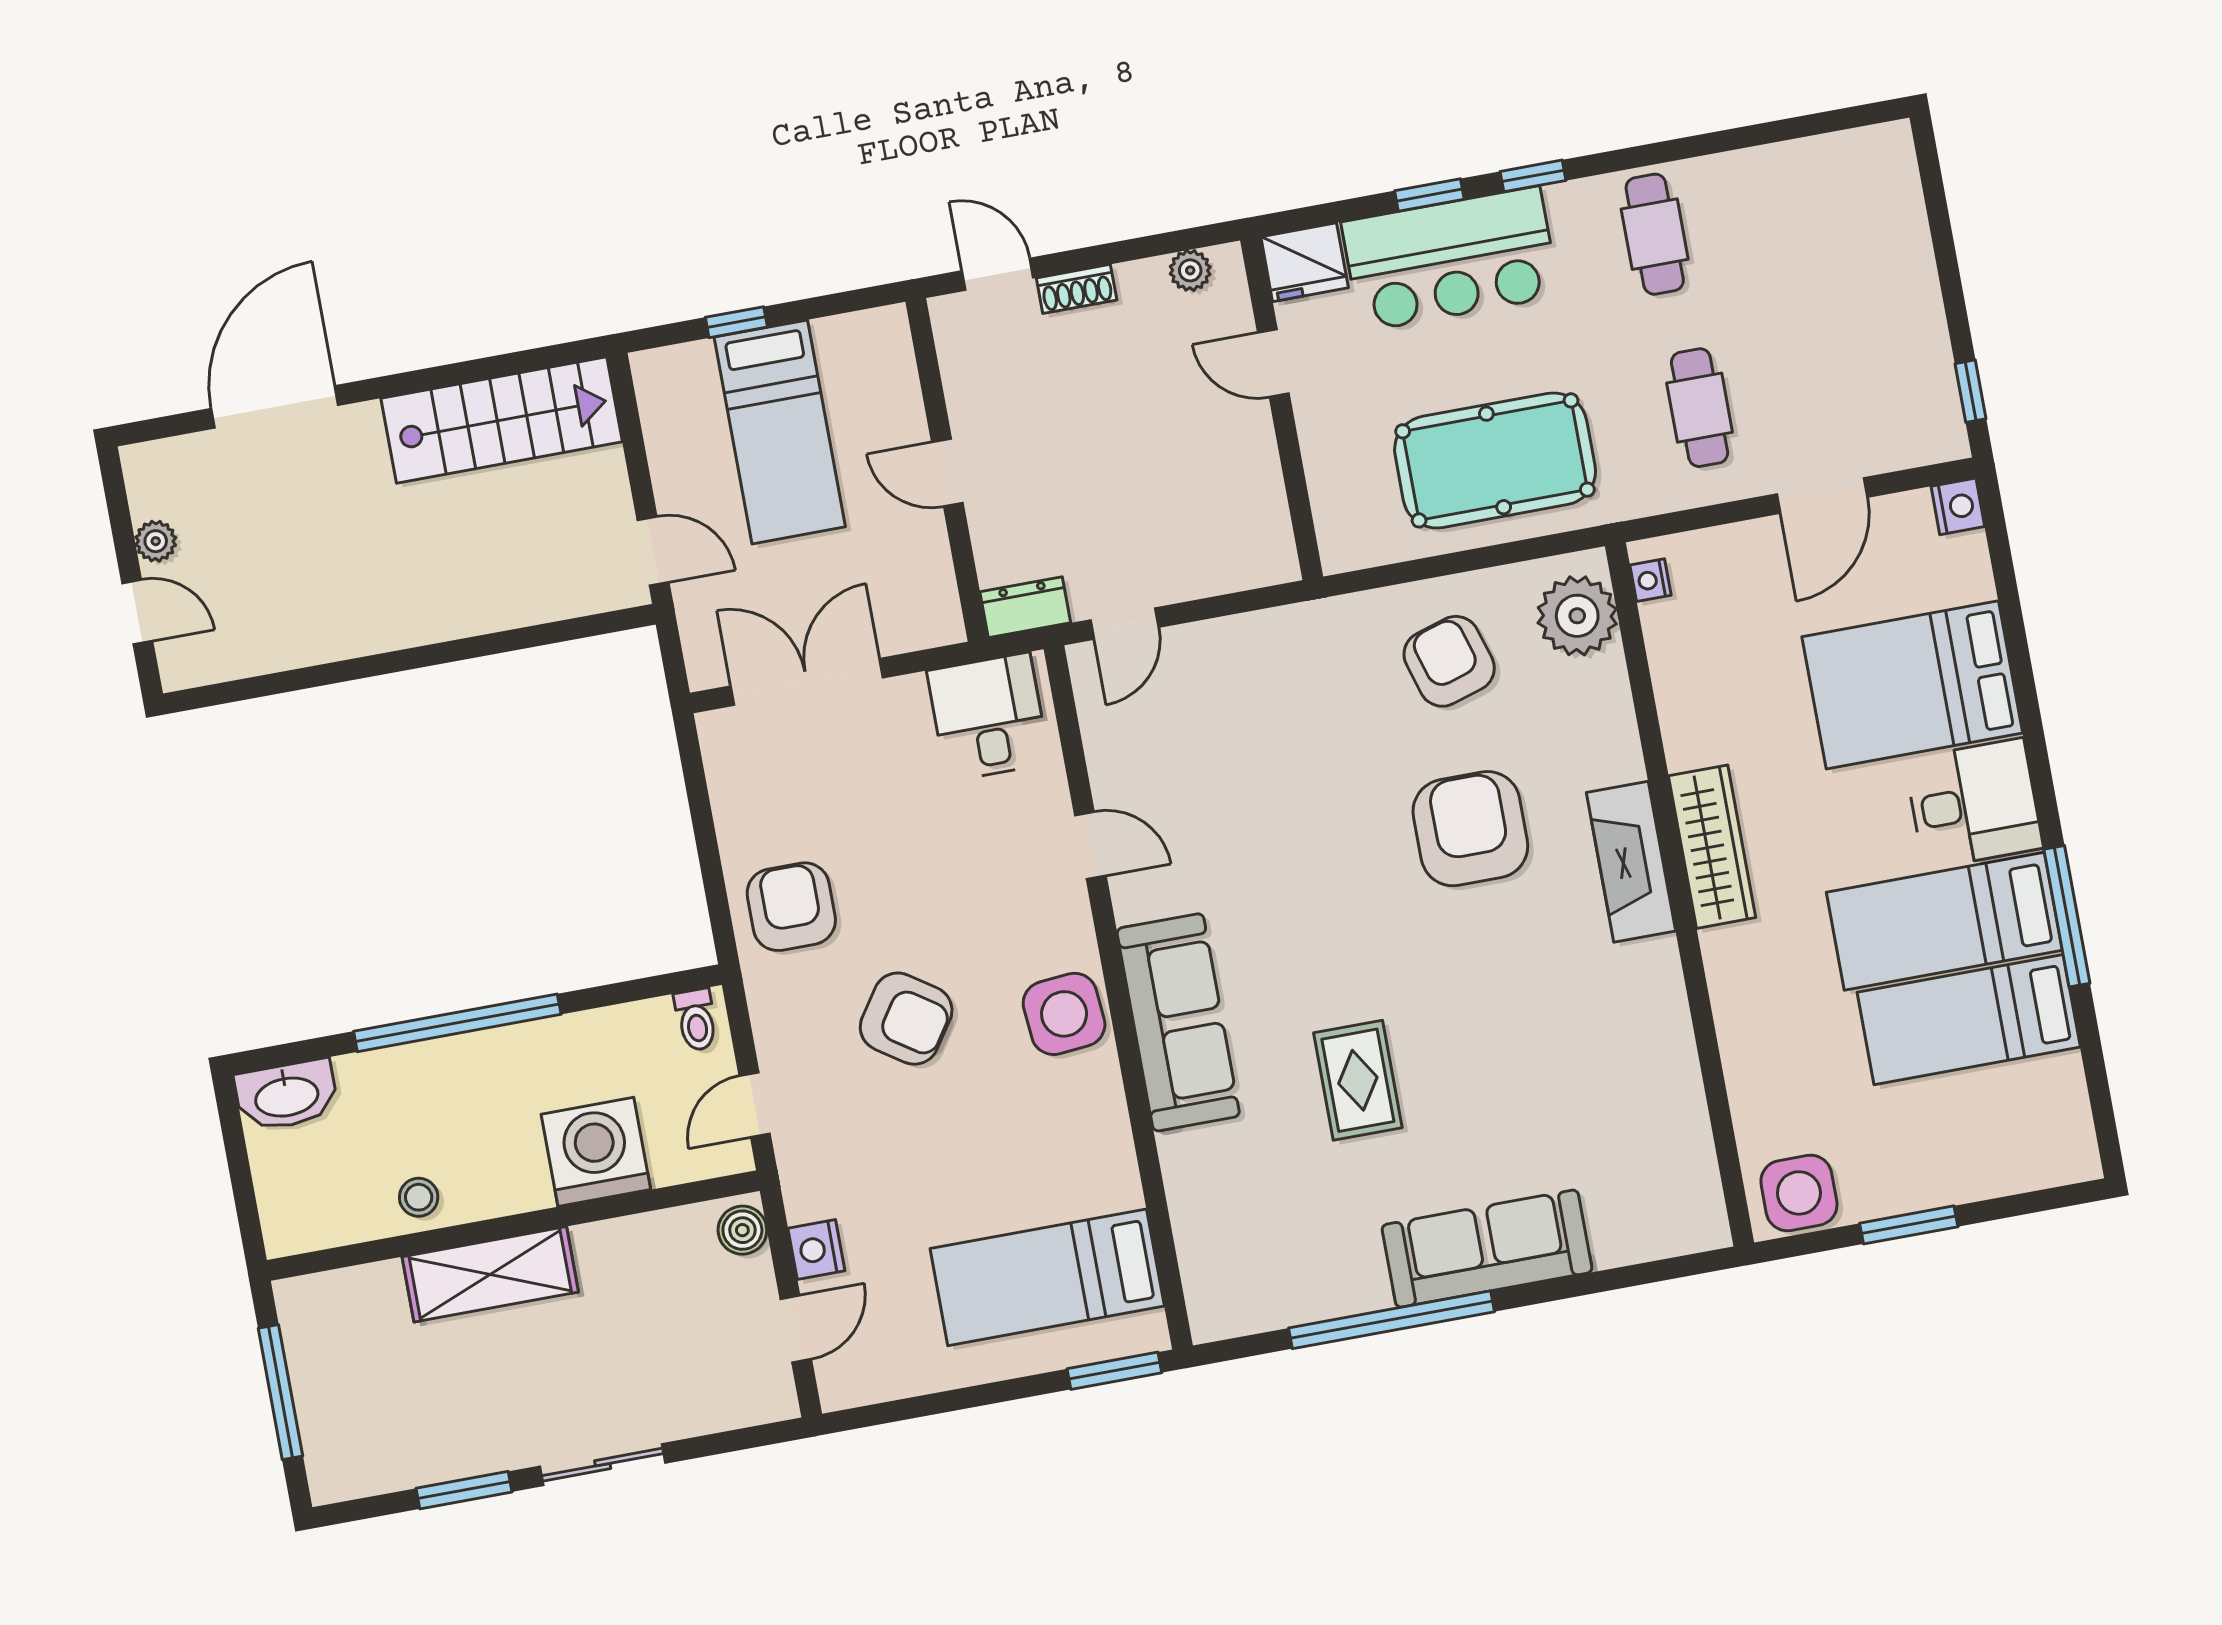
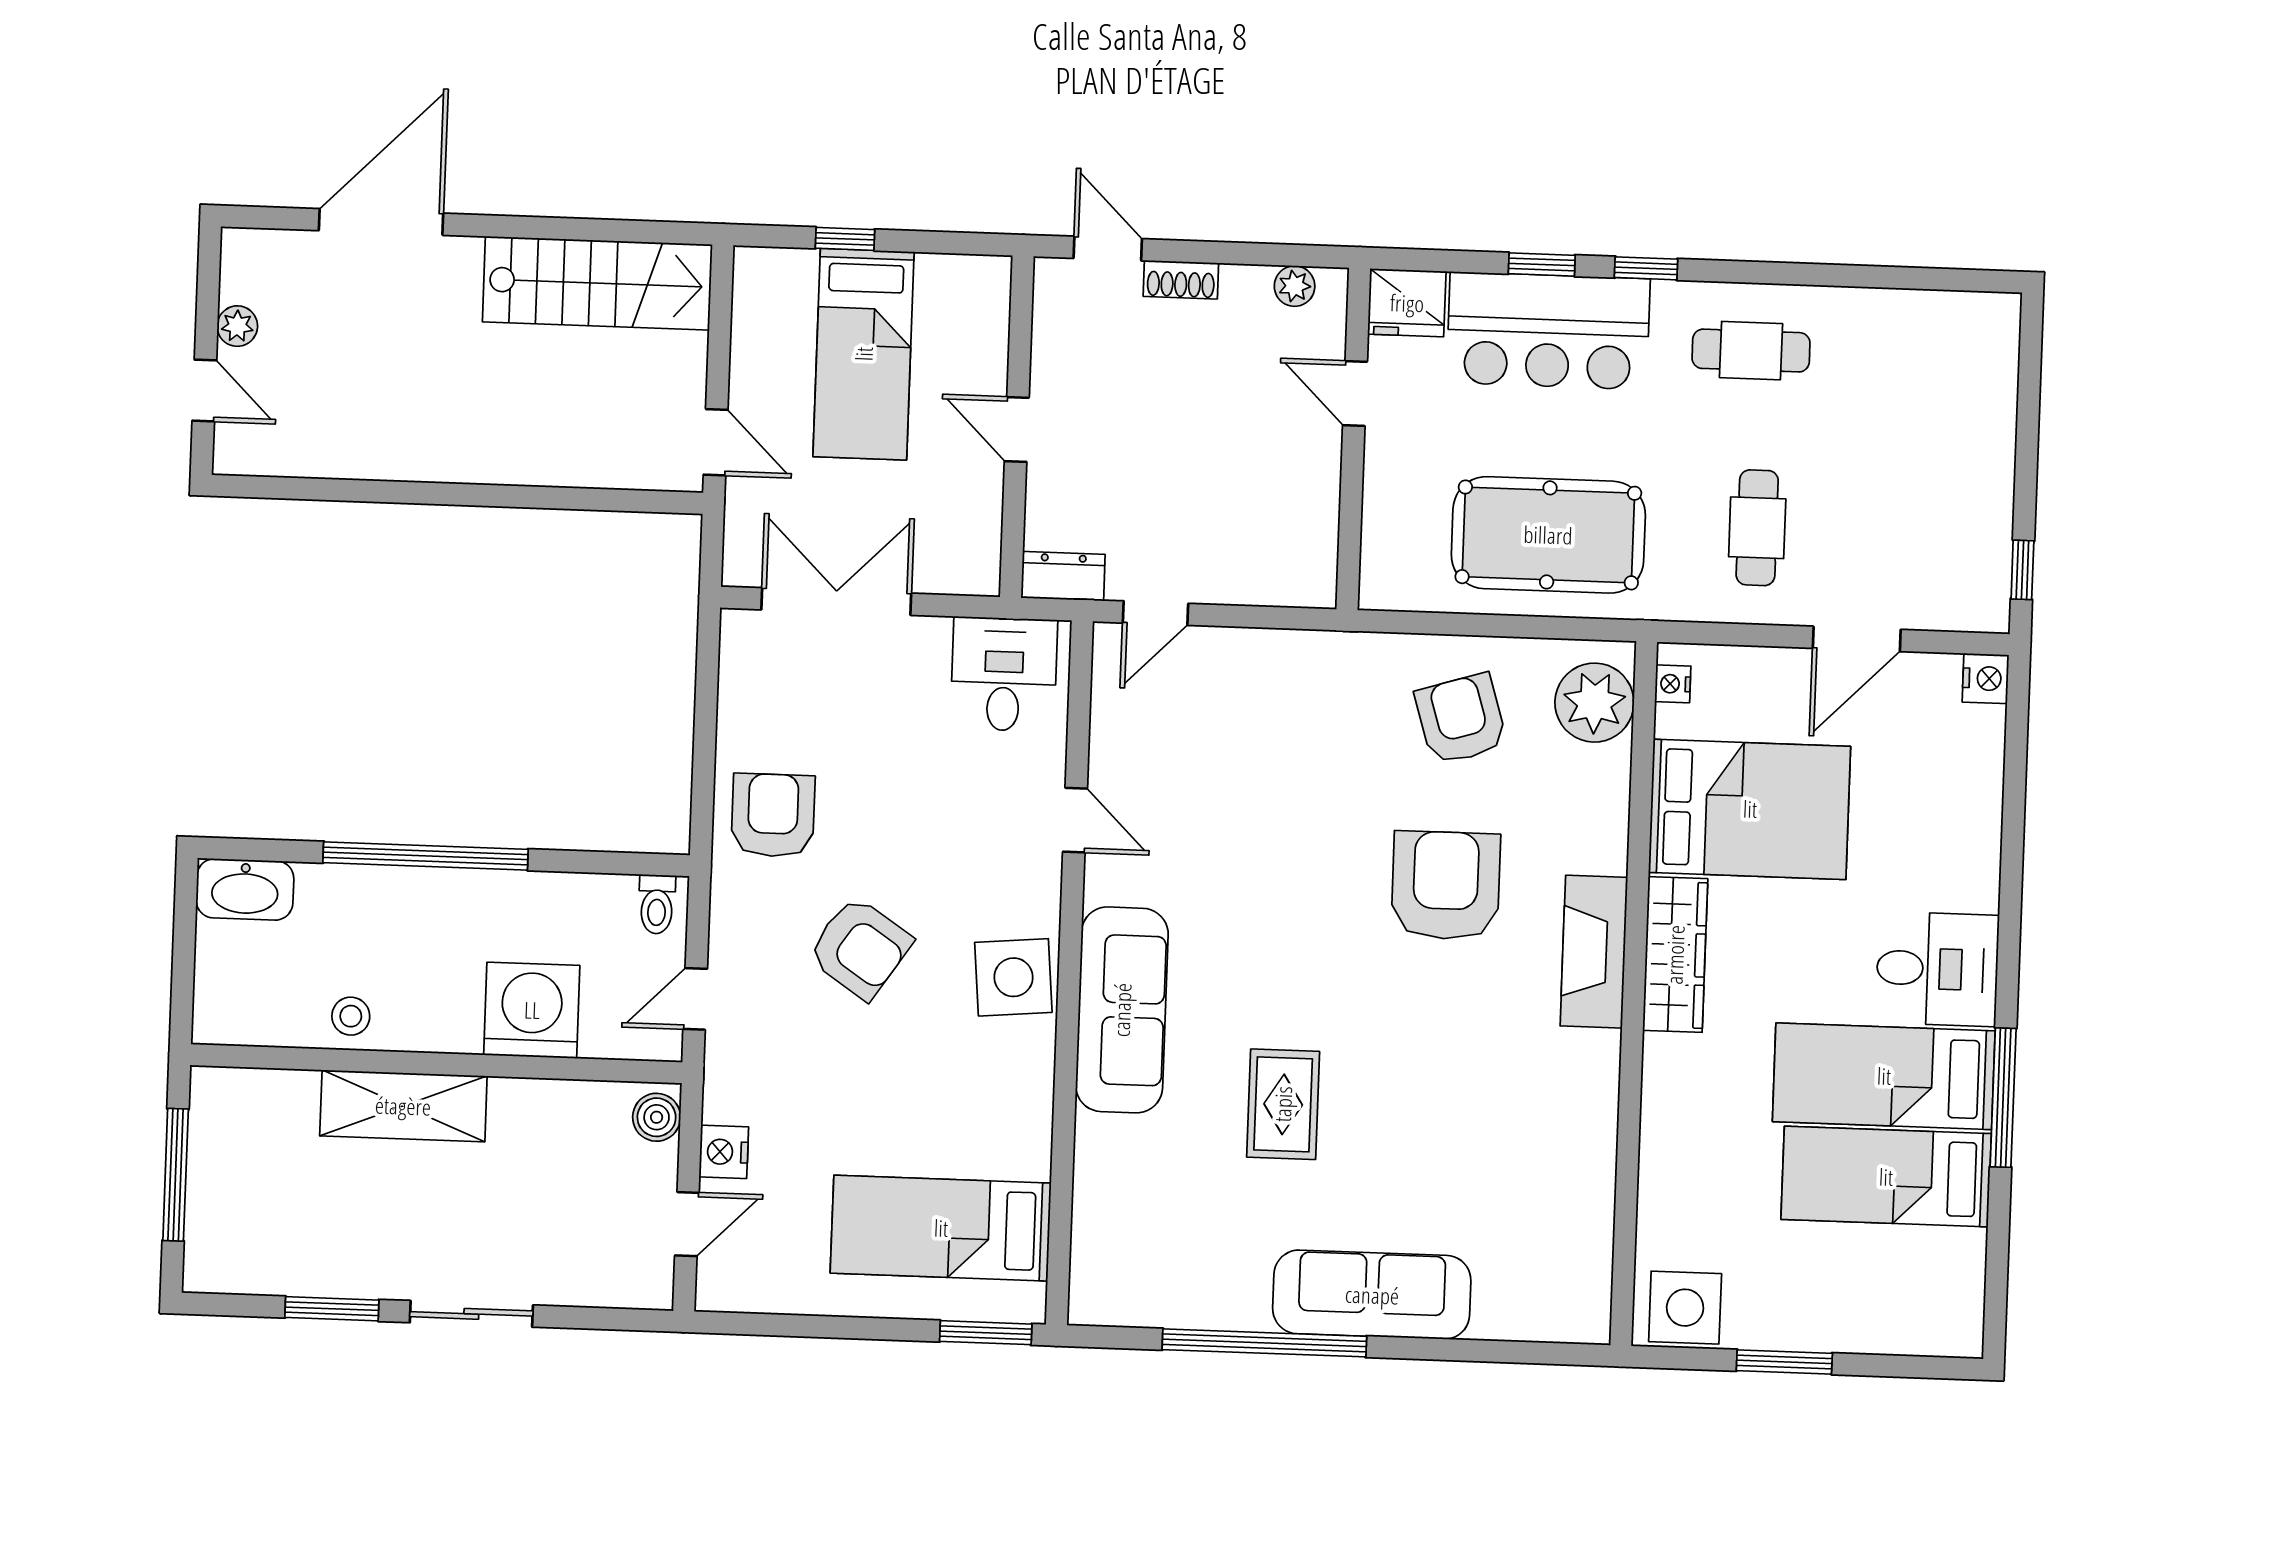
cafe table: (1655, 234) -> (1751, 351), turned 90
bed: (1912, 685) -> (1750, 809), moved, turned 180

